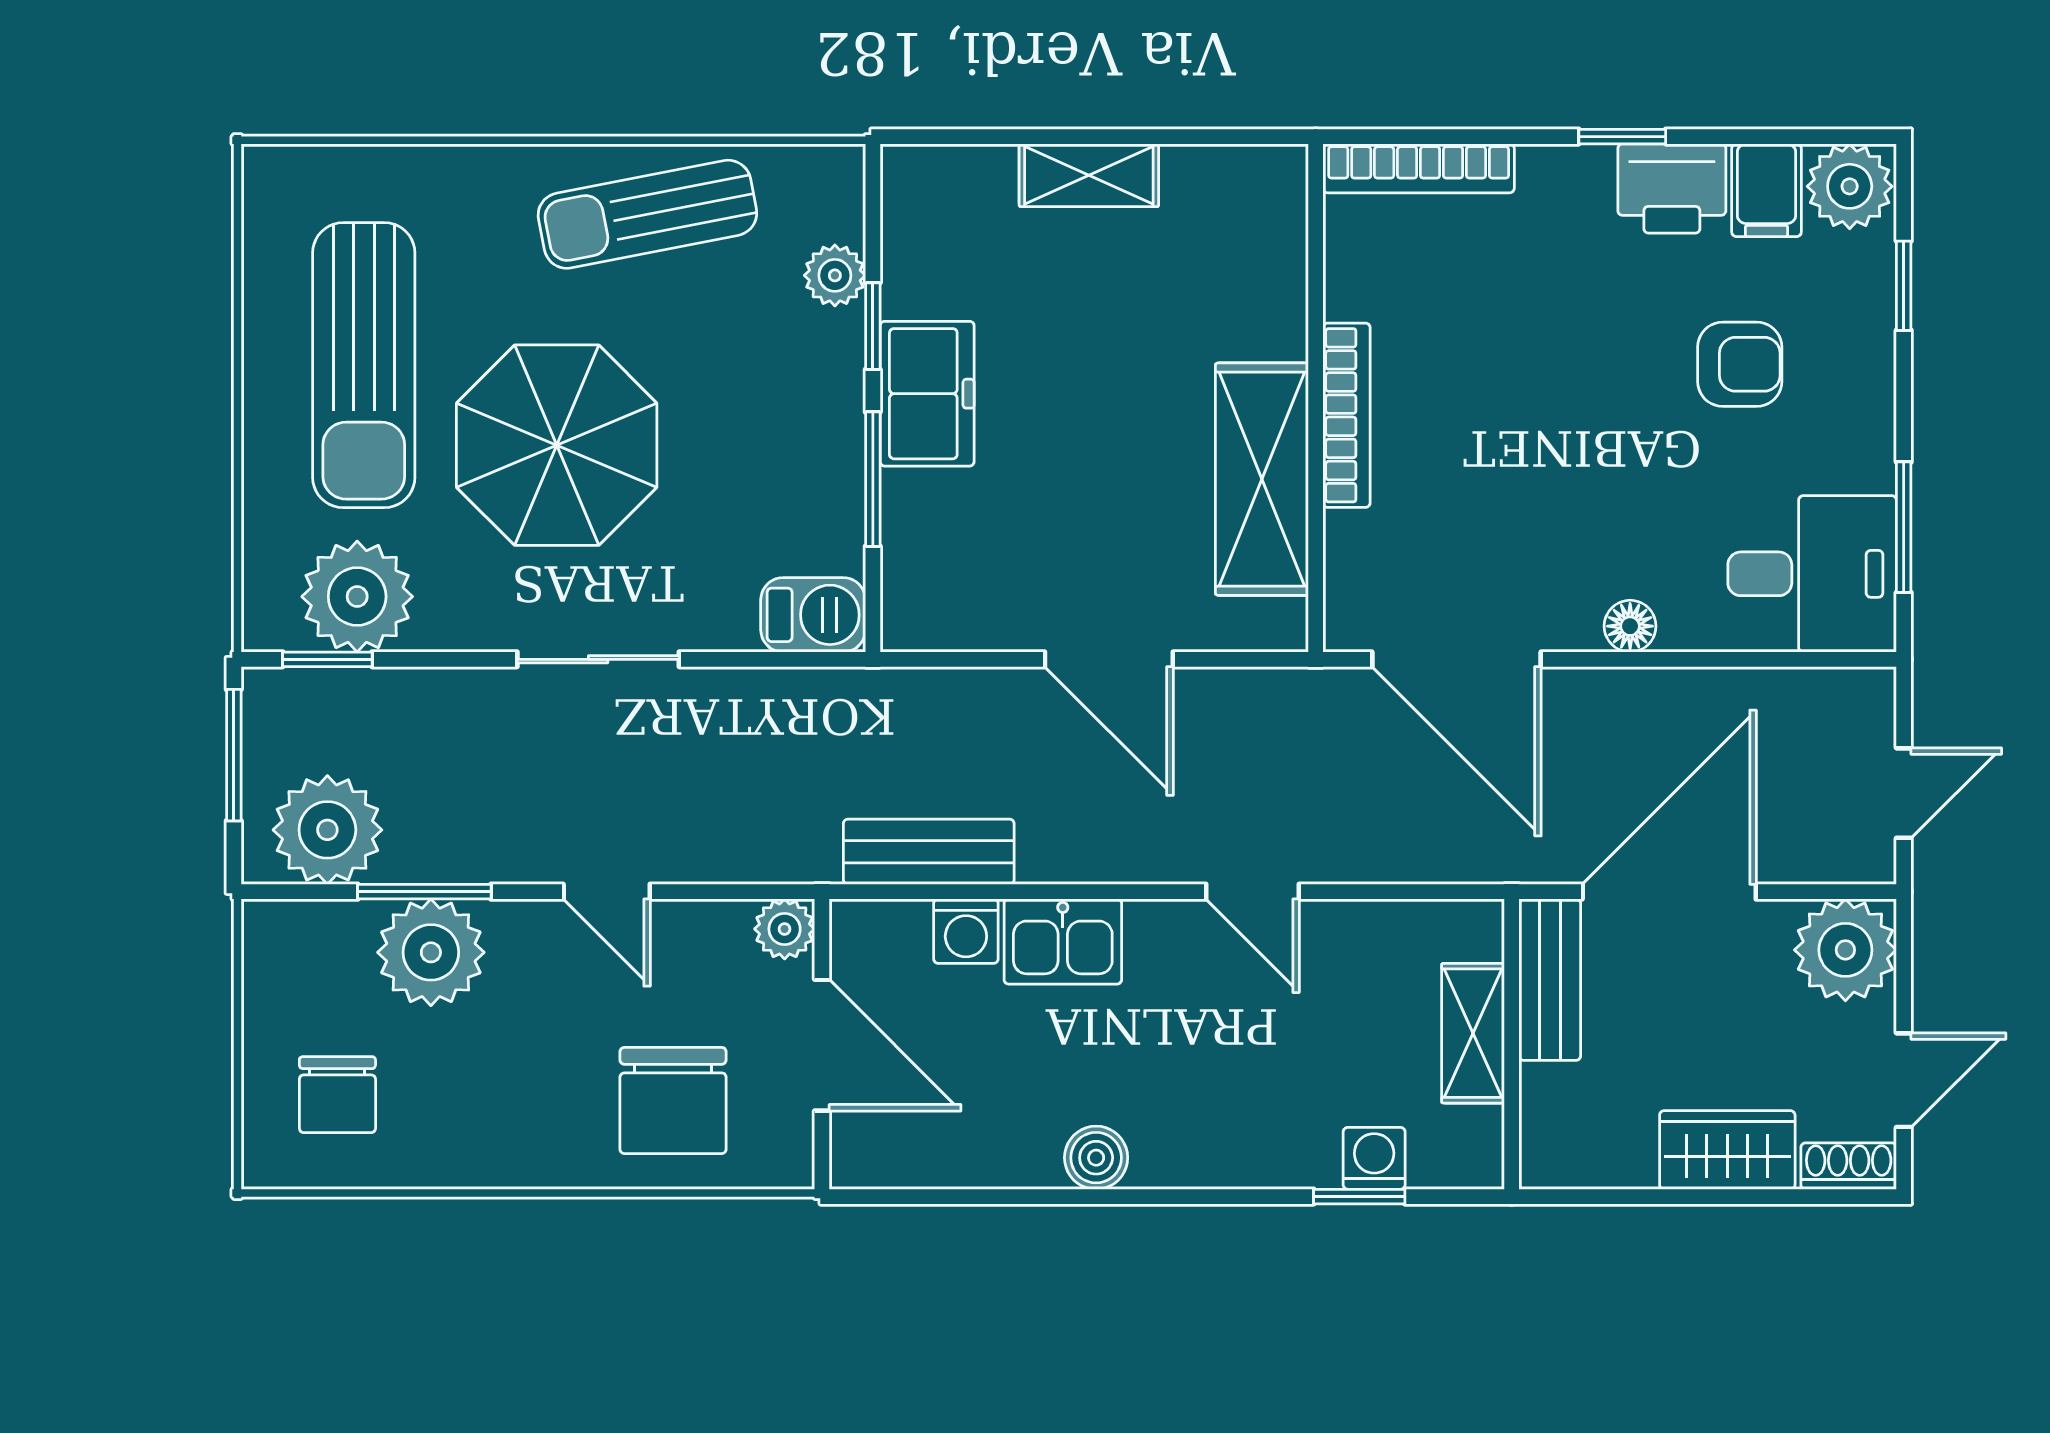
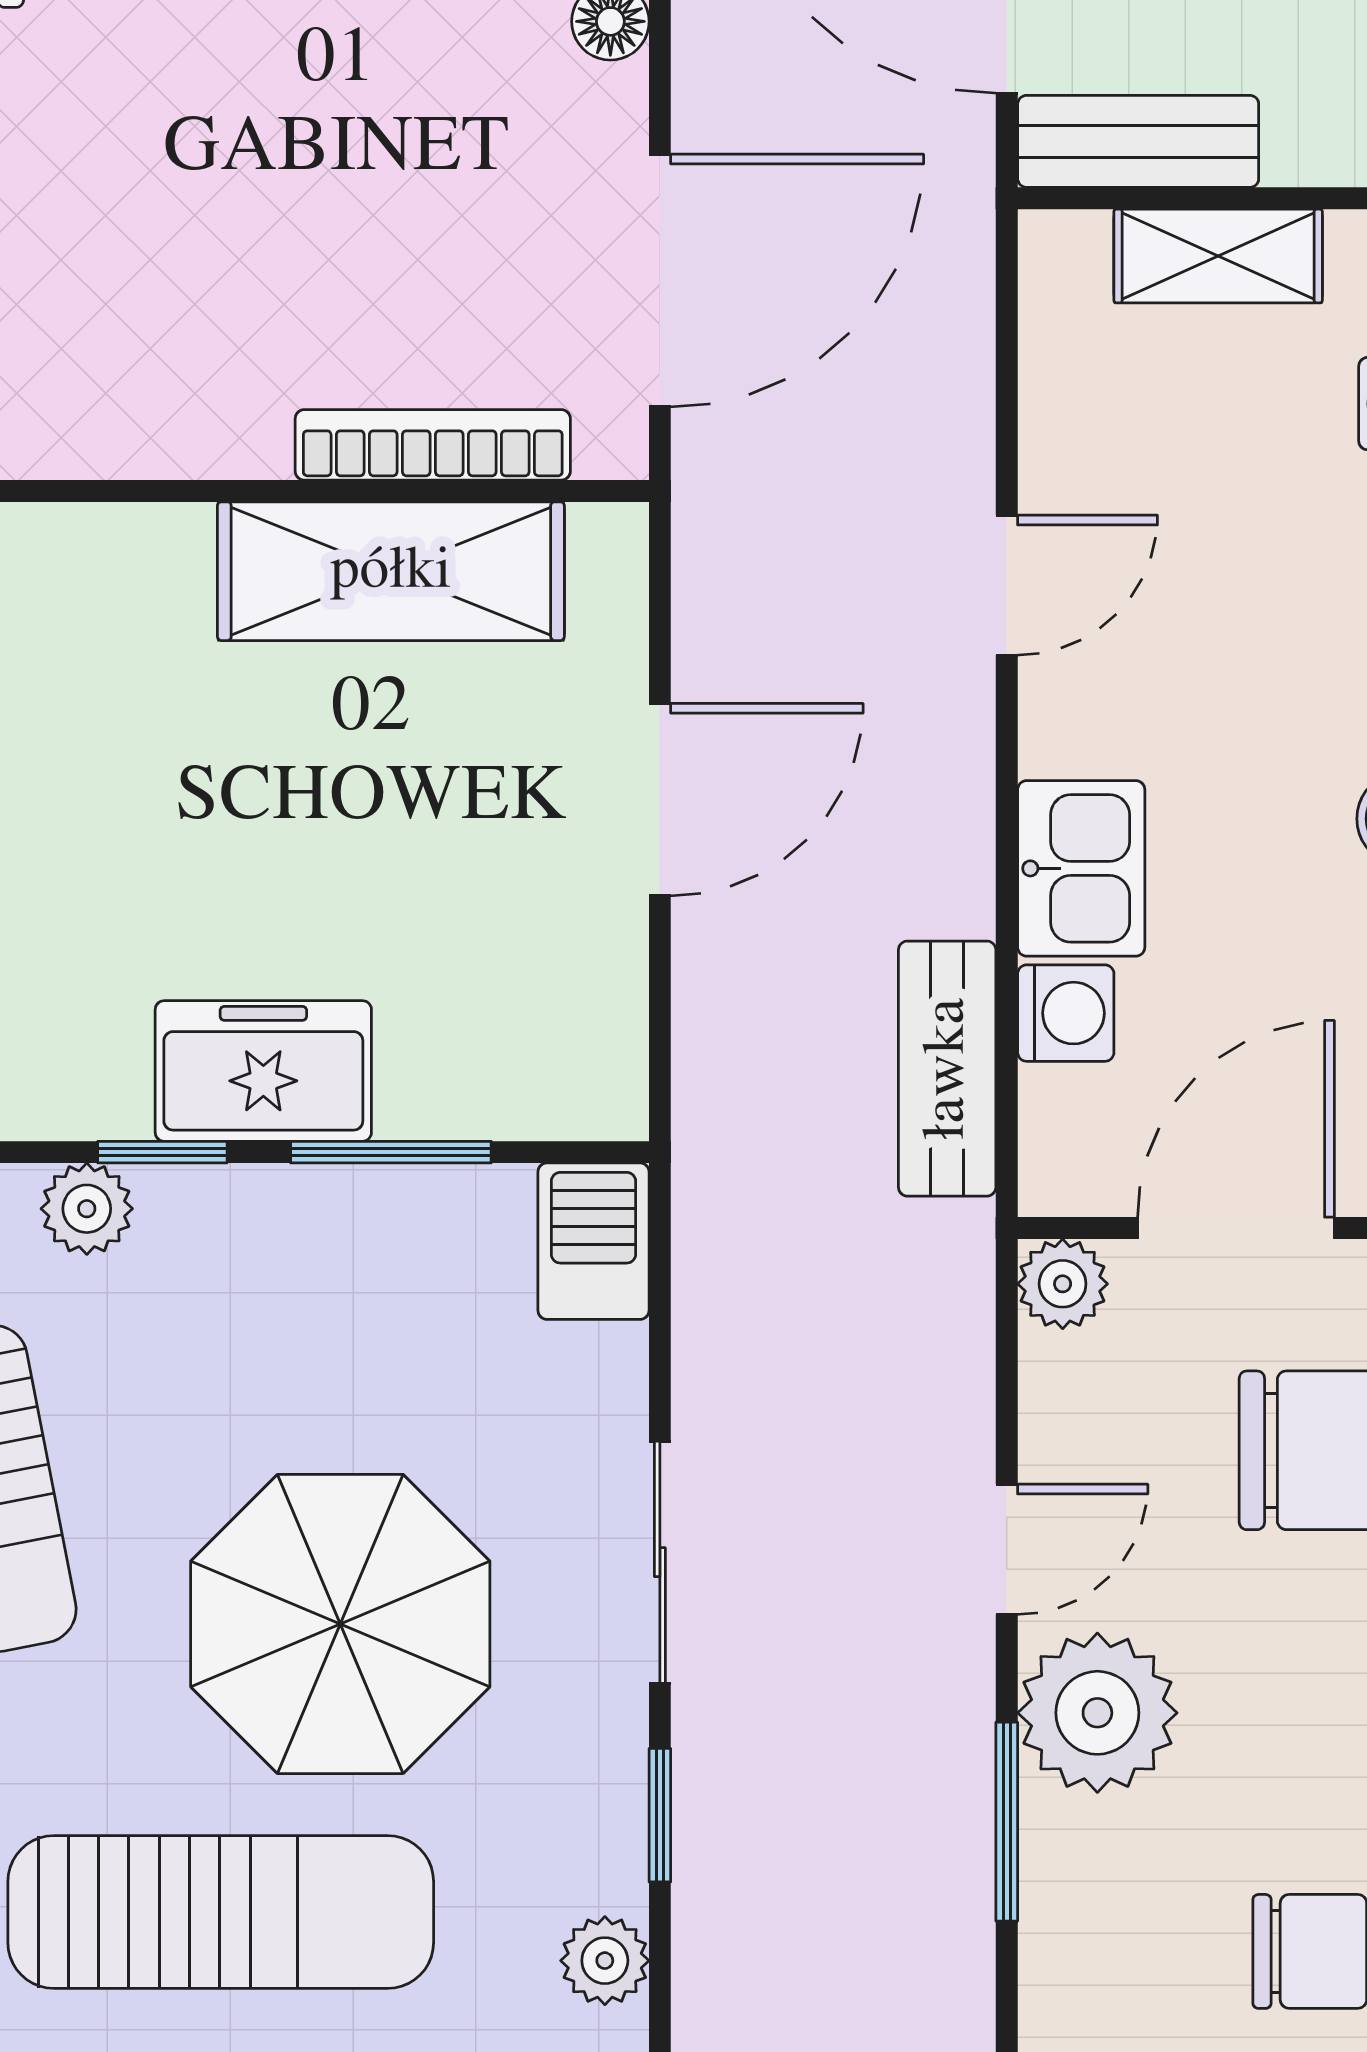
bookcase: (1346, 415) -> (433, 445), moved
plant: (357, 597) -> (605, 1961), width x0.53, depth x0.53
window: (327, 659) -> (660, 1815), moved
plant: (327, 830) -> (915, 1966), removed
plant: (431, 952) -> (1097, 1713), moved

